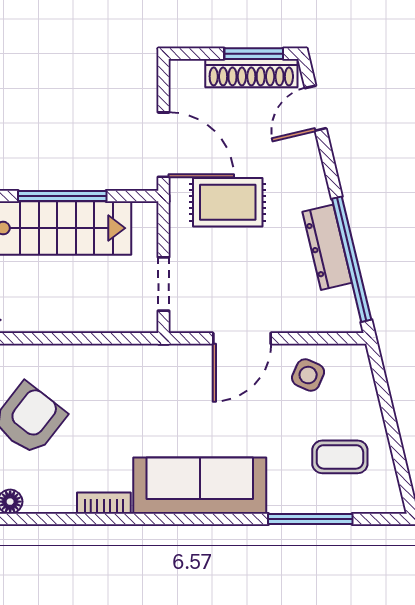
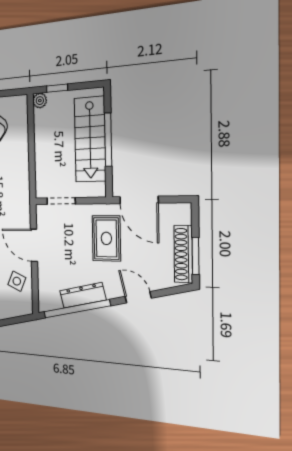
door: (316, 108) -> (138, 297), moved
door: (163, 145) -> (139, 200), hinge flipped

